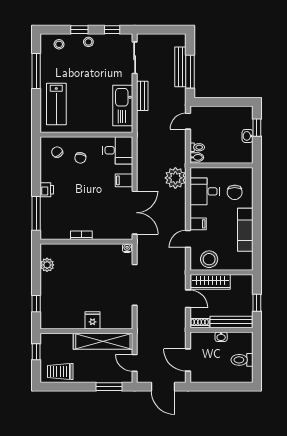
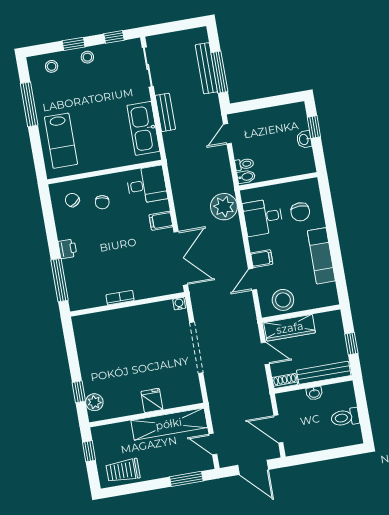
plant: (47, 265) -> (94, 402), moved

